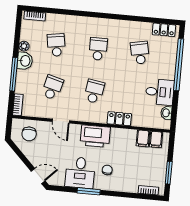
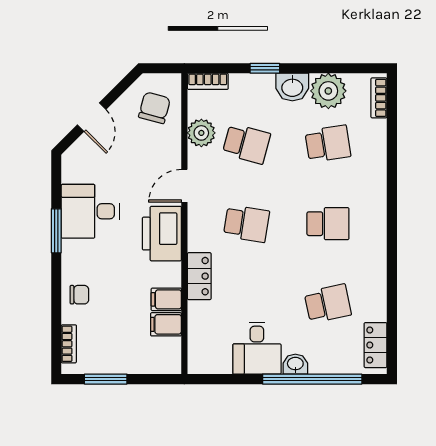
plant: (24, 46) -> (328, 91), width x1.88, depth x1.88
window: (14, 74) -> (265, 68), width x0.46
plant: (44, 111) -> (201, 133), added
washbasin: (166, 113) -> (295, 364), moved
door: (61, 121) -> (184, 186), moved
chair: (29, 134) -> (154, 108), turned 106
filing cabinet: (156, 139) -> (166, 299), moved
chair: (107, 170) -> (79, 295), moved
door: (38, 176) -> (92, 117), moved

